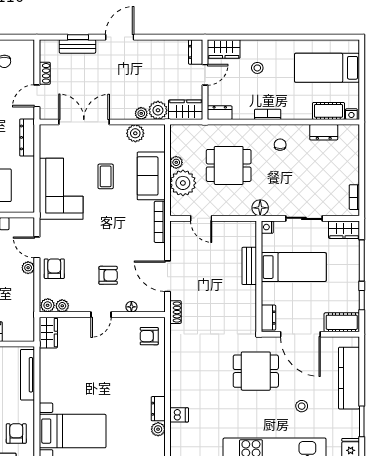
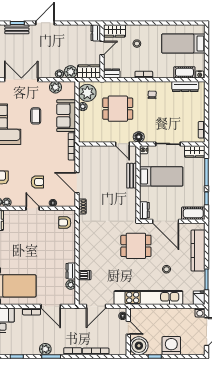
dresser: (324, 132) -> (185, 86), width x1.44
plant: (183, 183) -> (87, 93), moved
door: (201, 218) -> (122, 144), moved
door: (101, 315) -> (33, 208), swing flipped

